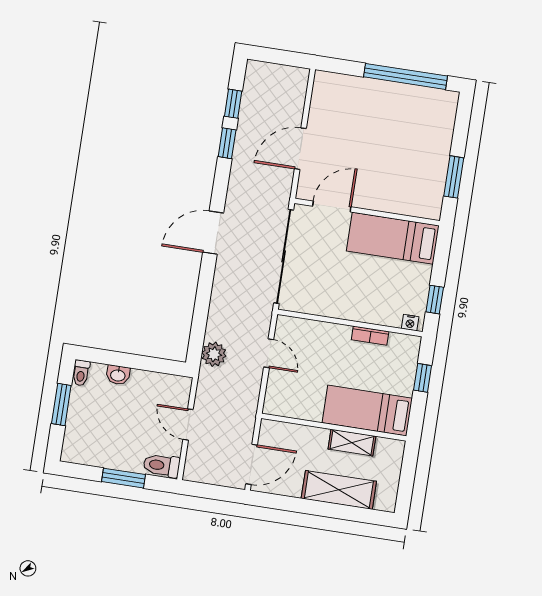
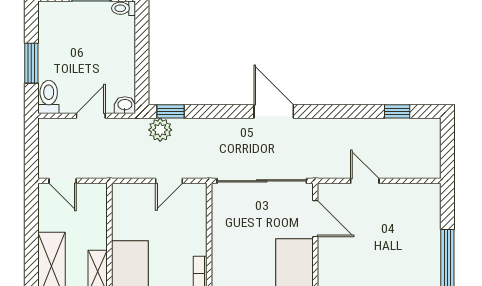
window: (227, 143) -> (171, 111), moved
door: (300, 149) -> (365, 181), width x0.73
washbasin: (118, 375) -> (125, 105), moved, turned 90
door: (251, 464) -> (63, 181), width x0.73

